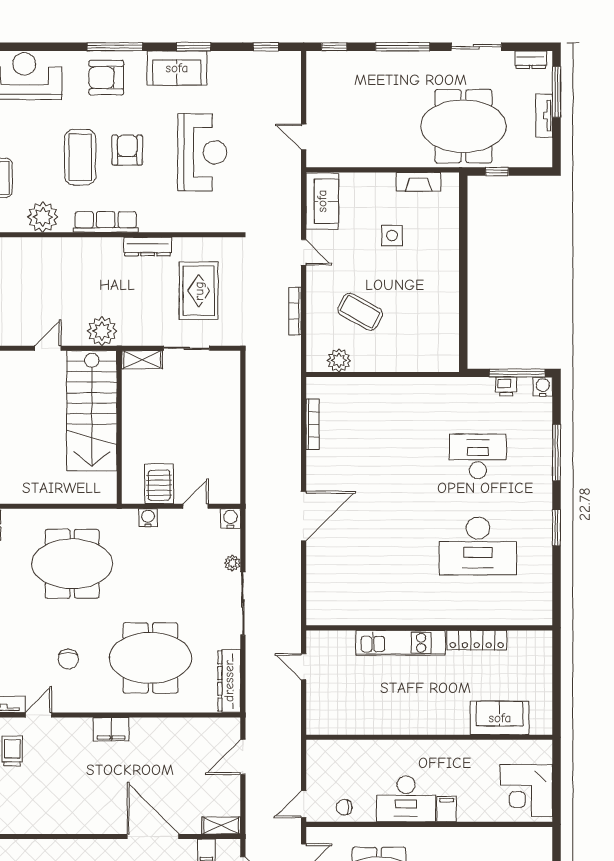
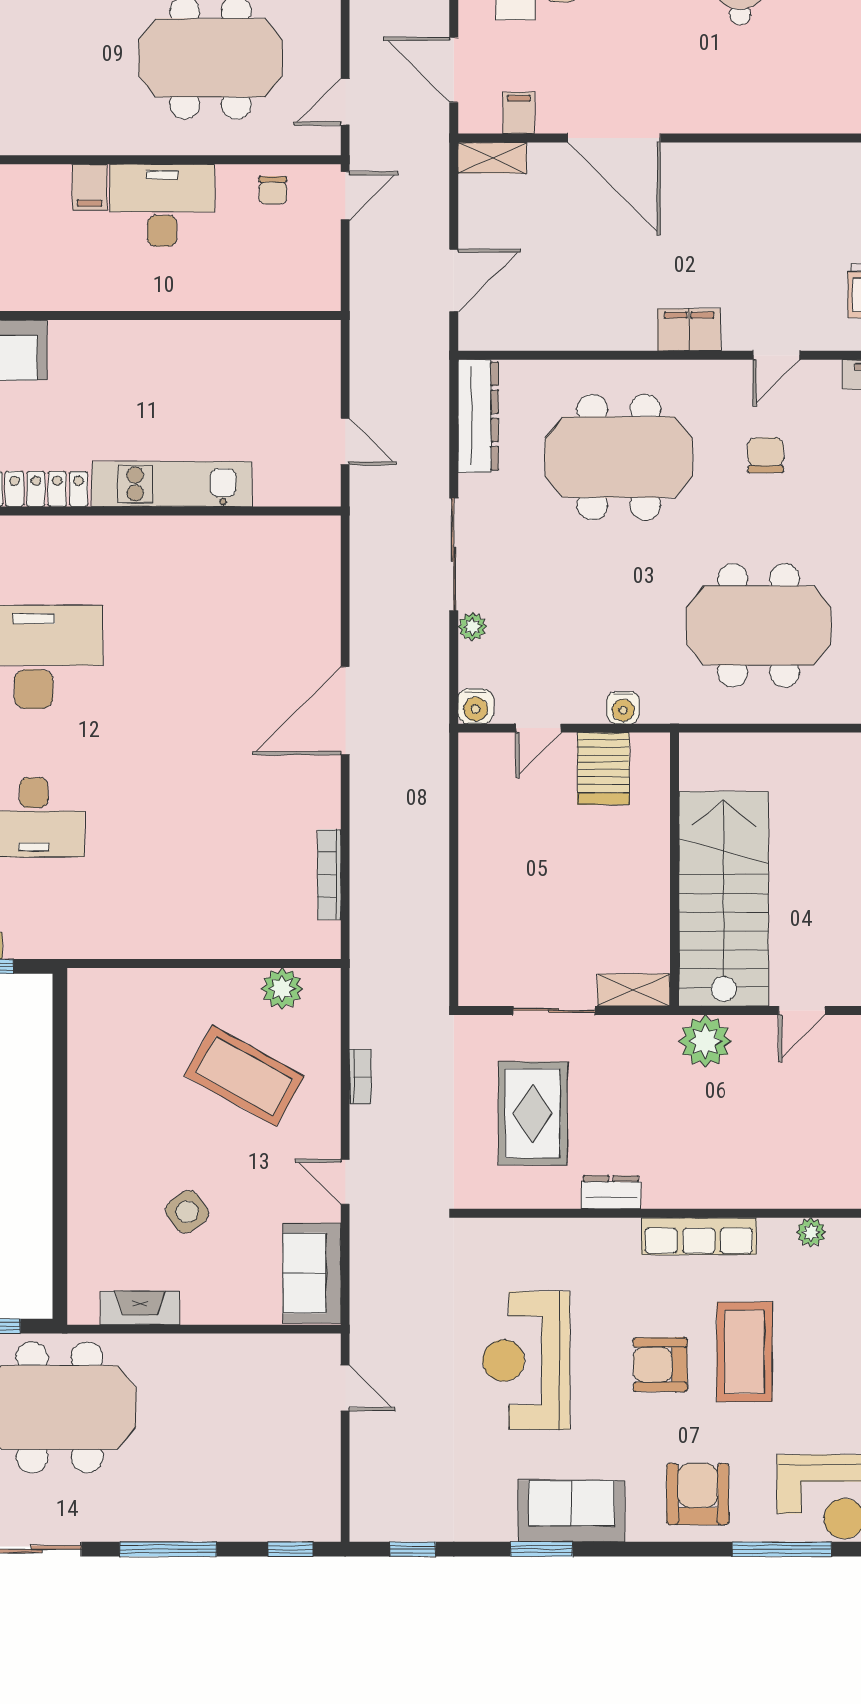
window: (115, 47) -> (782, 1549), moved
armchair: (106, 78) -> (698, 1494), turned -90
armchair: (127, 150) -> (660, 1365), turned 90
plant: (43, 217) -> (811, 1232), width x0.53, depth x0.53
side table: (392, 236) -> (187, 1212), turned -37
dresser: (148, 247) -> (611, 1192), width x0.70
bookcase: (295, 311) -> (360, 1077), width x0.64
coffee table: (360, 312) -> (244, 1076), width x1.36, depth x1.32
door: (38, 715) -> (776, 355), moved
chair: (344, 807) -> (273, 190), turned 90

